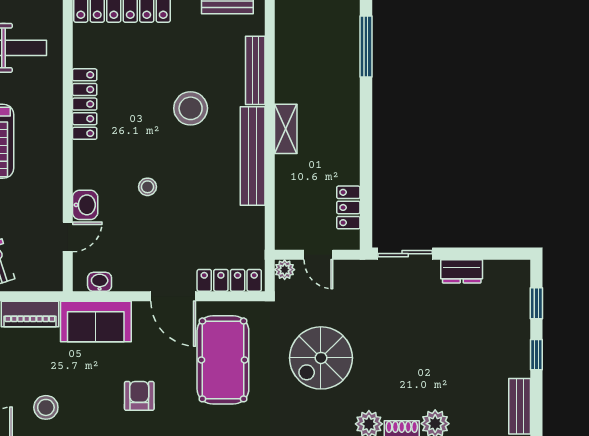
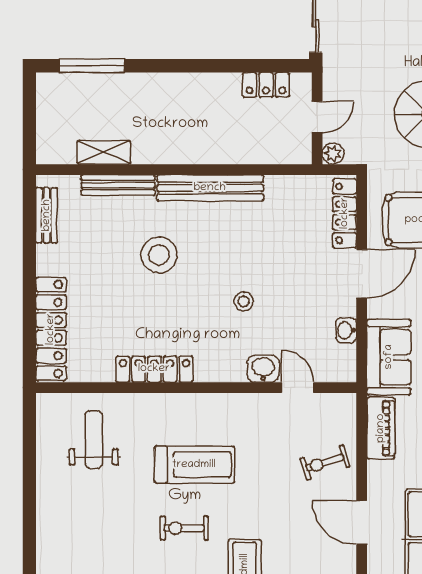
shelving: (286, 129) -> (104, 152), moved
washbasin: (100, 282) -> (346, 330), moved

